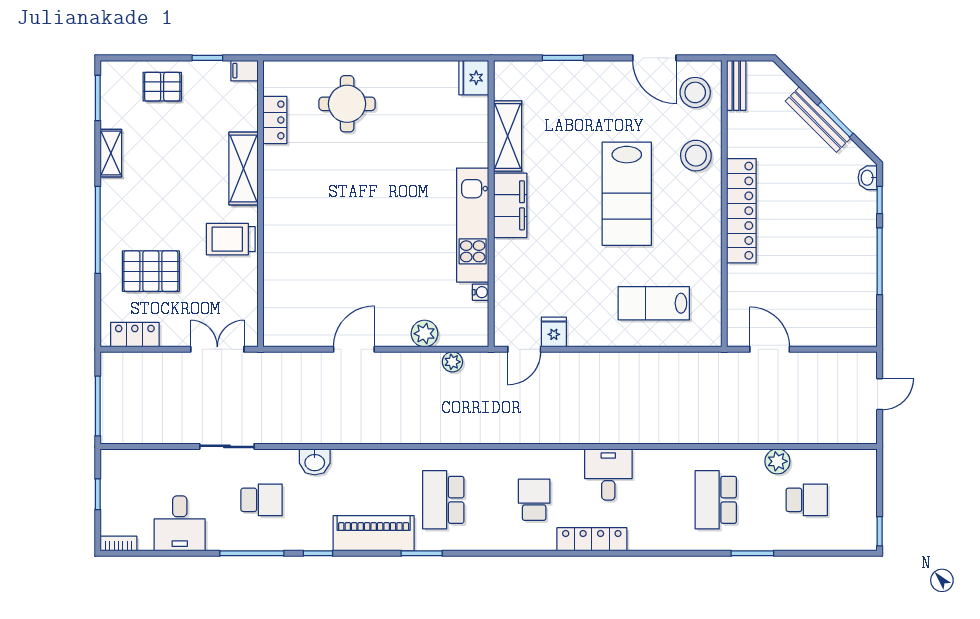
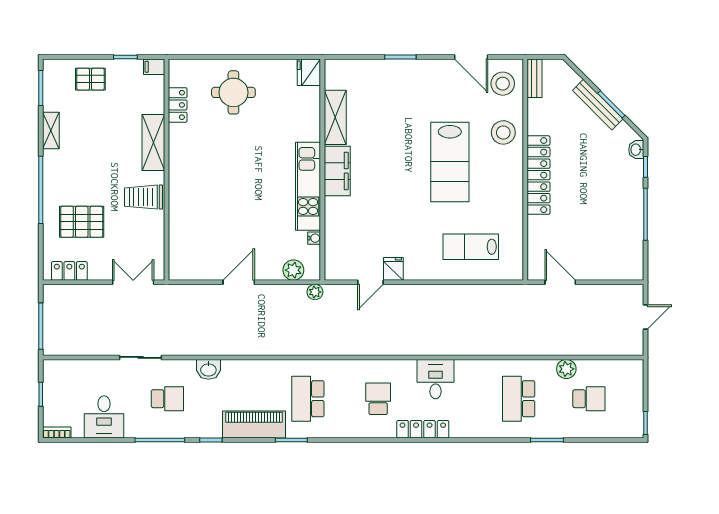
fridge: (474, 78) -> (309, 72), moved
shelving: (508, 136) -> (335, 117), moved
wall: (491, 204) -> (322, 170), moved
filing cabinet: (510, 205) -> (337, 171), moved
kitchen unit: (473, 225) -> (308, 186), moved
water cooler: (481, 292) -> (314, 238), moved

